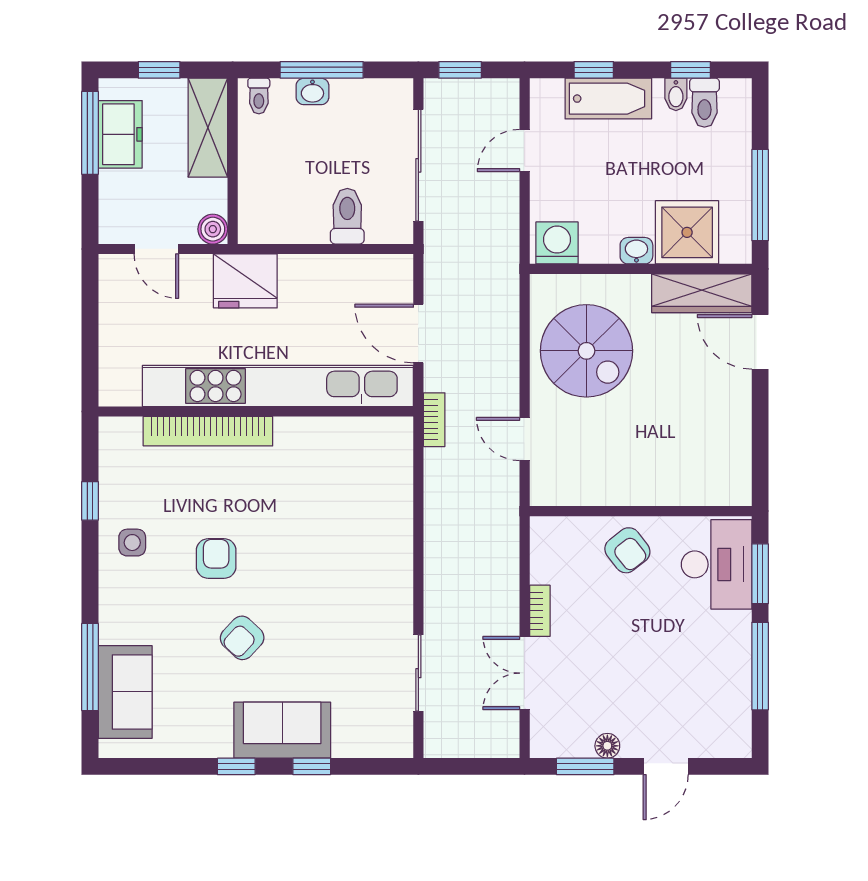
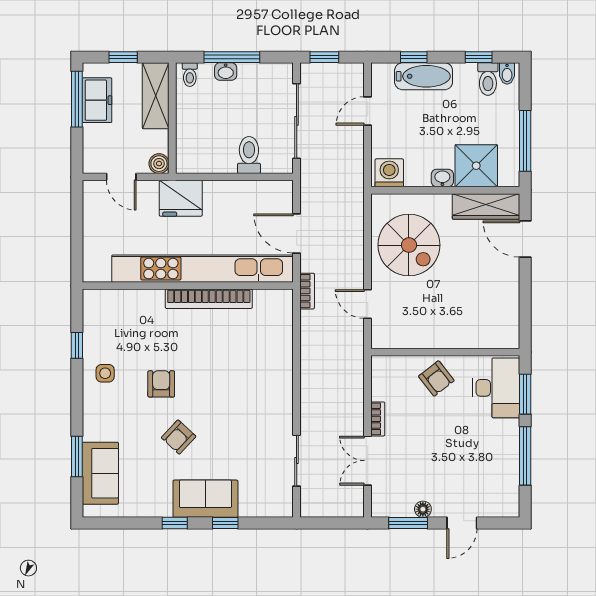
bidet: (676, 94) -> (507, 73), moved
bookcase: (208, 431) -> (209, 299), moved
window: (90, 667) -> (77, 457), width x0.69

